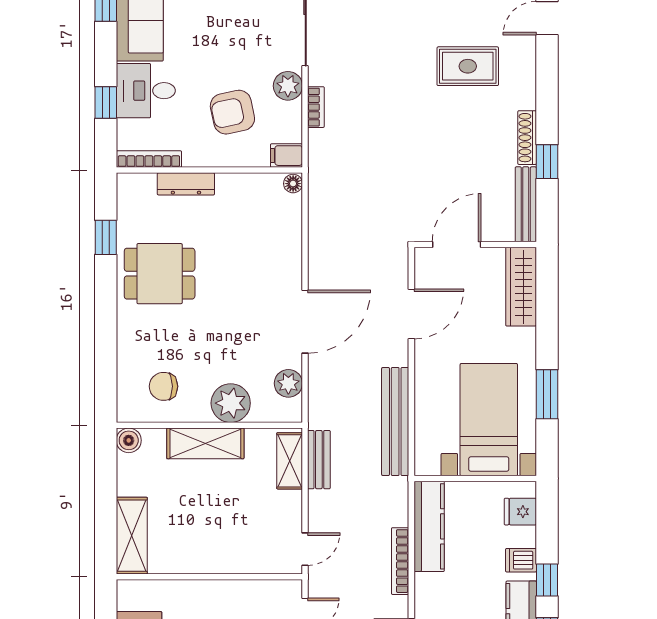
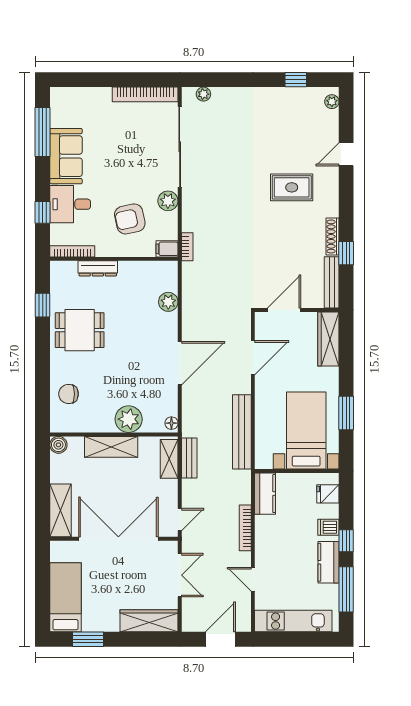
bookcase: (316, 107) -> (187, 247), moved
floor lamp: (293, 184) -> (171, 423), moved
plant: (288, 383) -> (168, 302), moved
chair: (164, 386) -> (69, 394), moved
kitchen counter: (429, 526) -> (265, 494), width x0.67
double door: (216, 577) -> (118, 539), added

